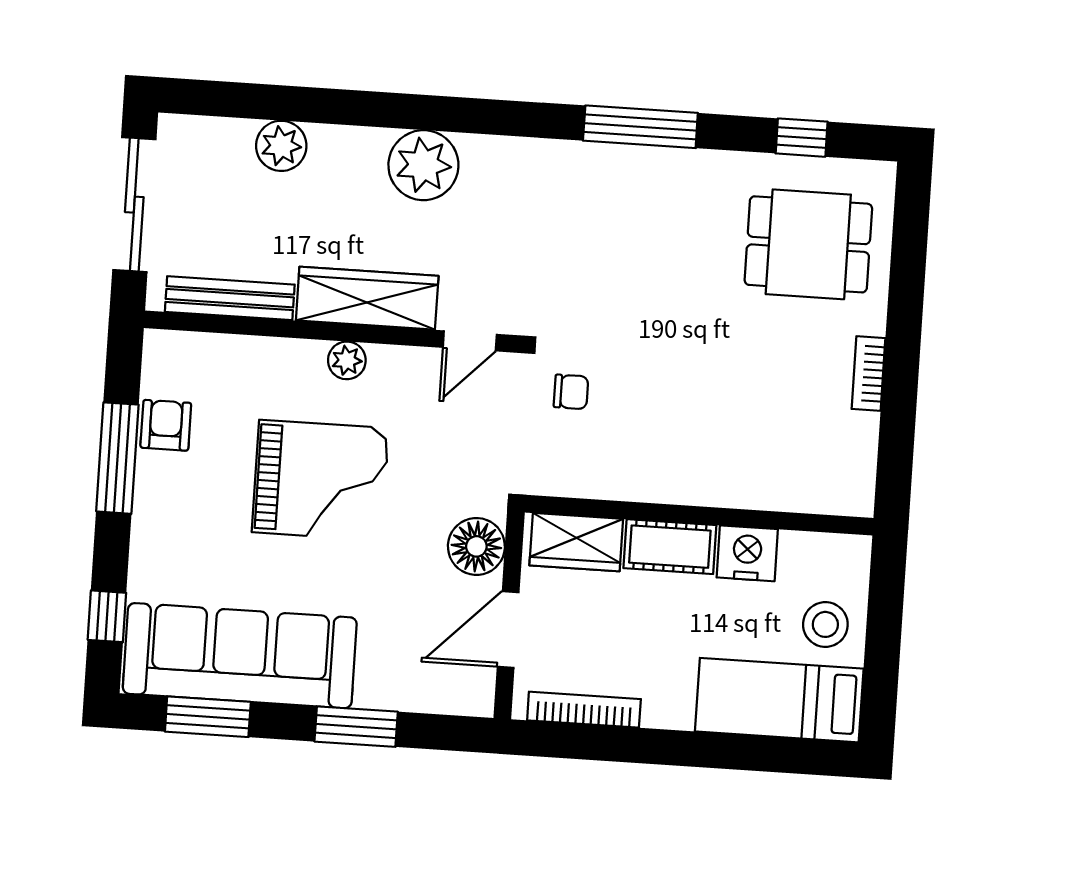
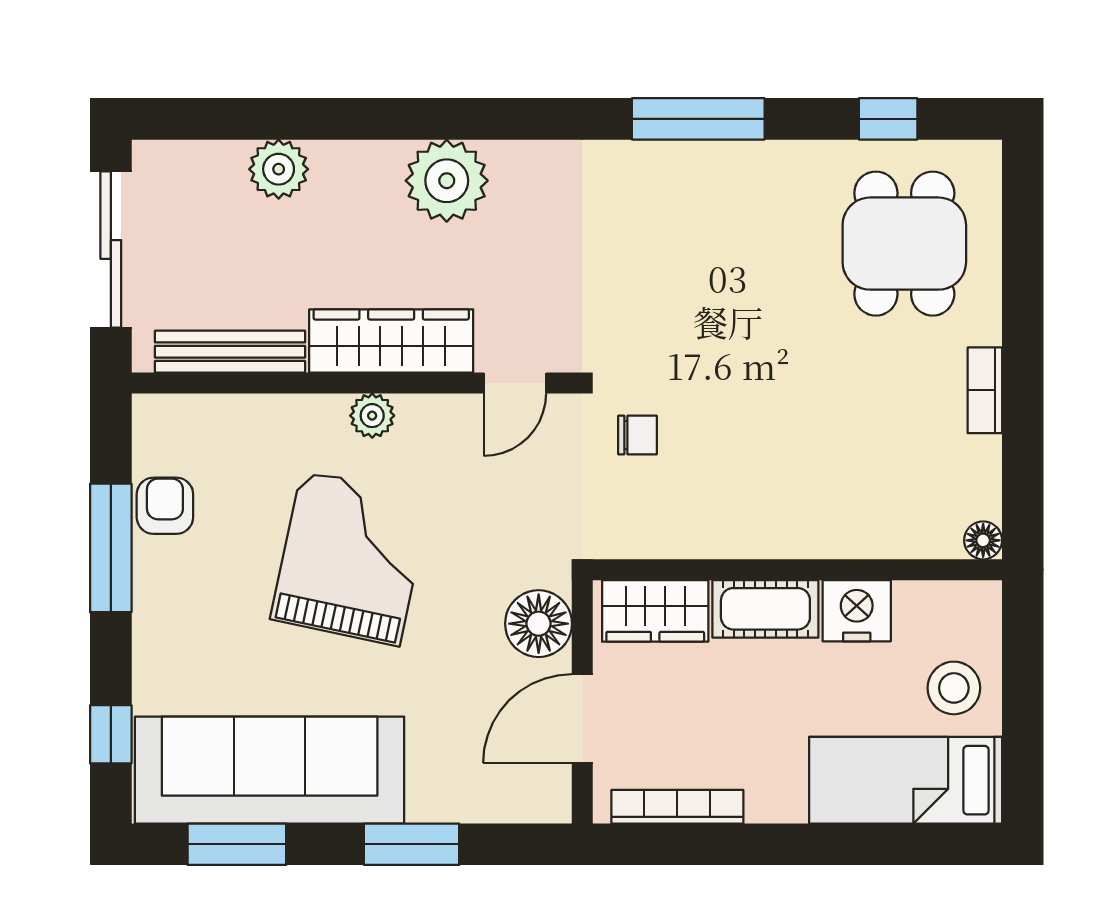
dining table: (808, 244) -> (904, 244), turned 90
grand piano: (320, 480) -> (351, 558), turned -78
floor lamp: (859, 501) -> (983, 540), added

